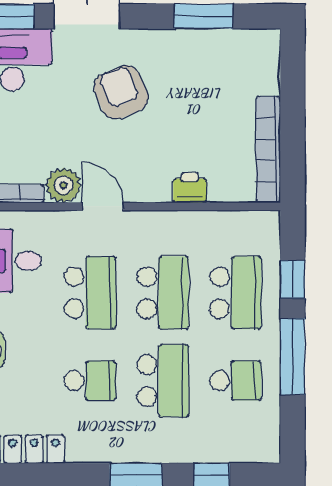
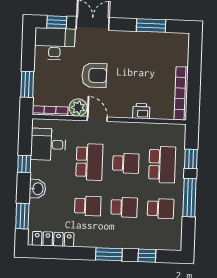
armchair: (121, 92) -> (94, 75), moved, turned 113
school desk: (163, 293) -> (126, 163), width x0.54
school desk: (163, 381) -> (124, 207), width x0.54

